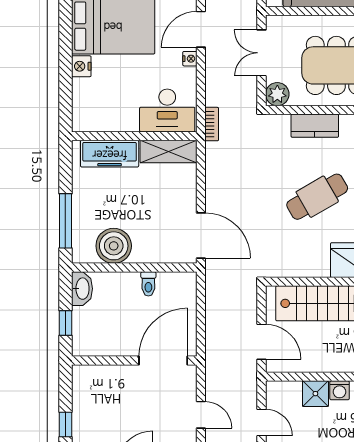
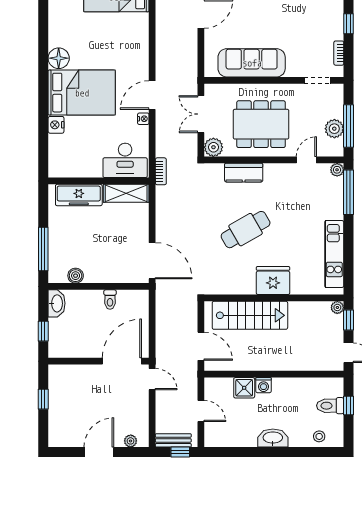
boiler: (114, 246) -> (76, 276), width x0.54, depth x0.54
door: (201, 415) -> (152, 379), moved
window: (65, 425) -> (43, 399), moved

